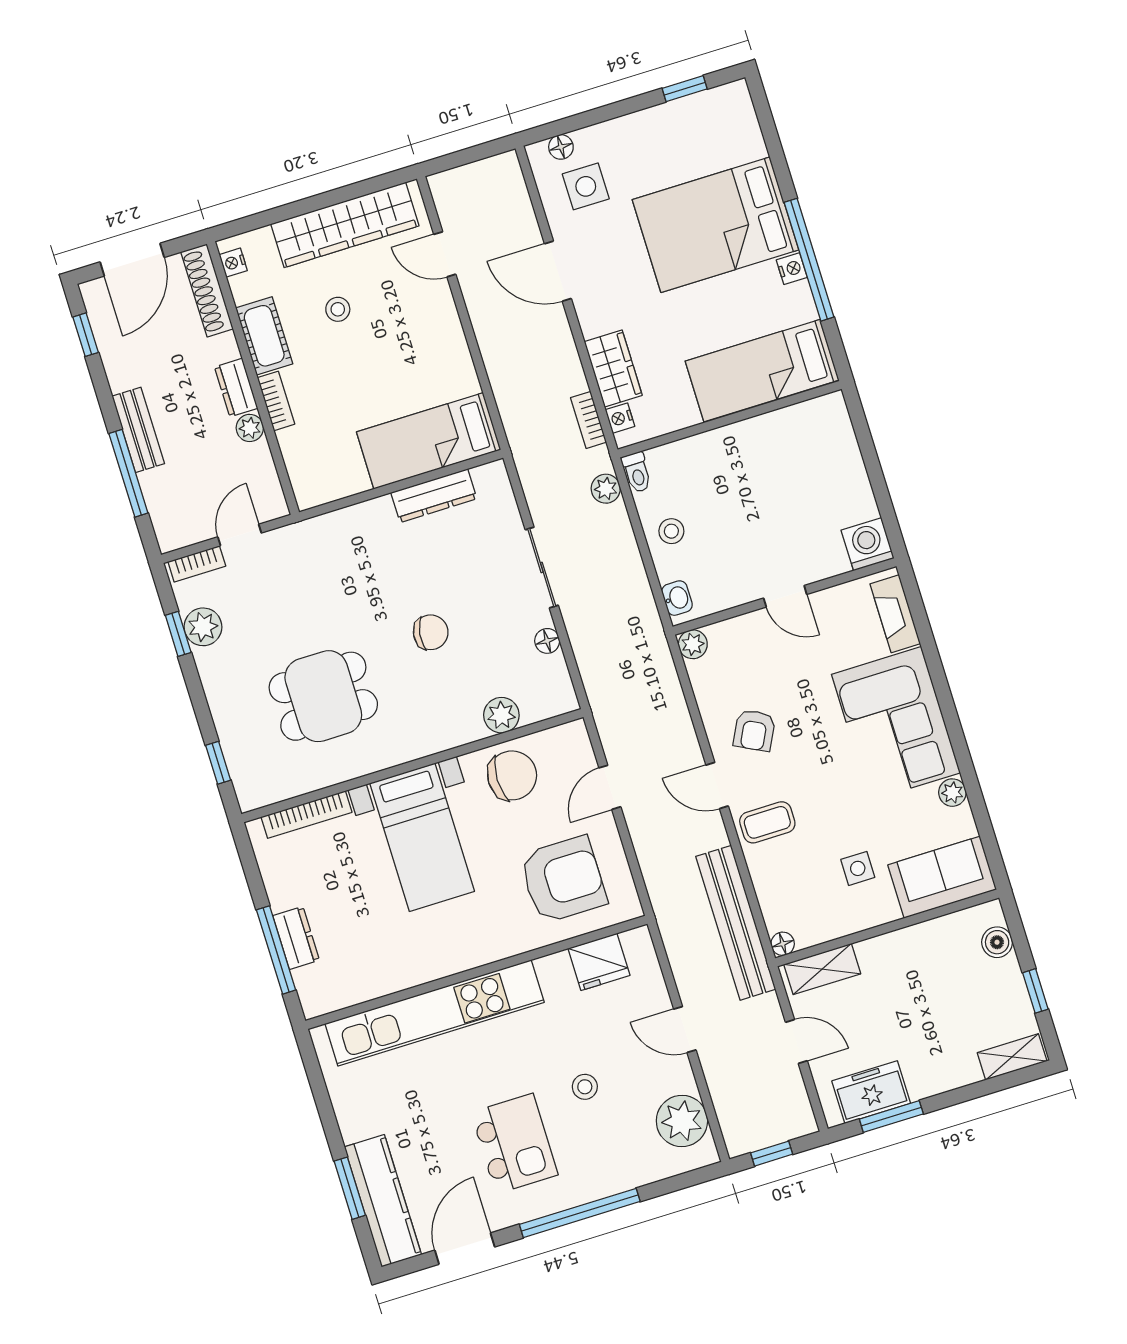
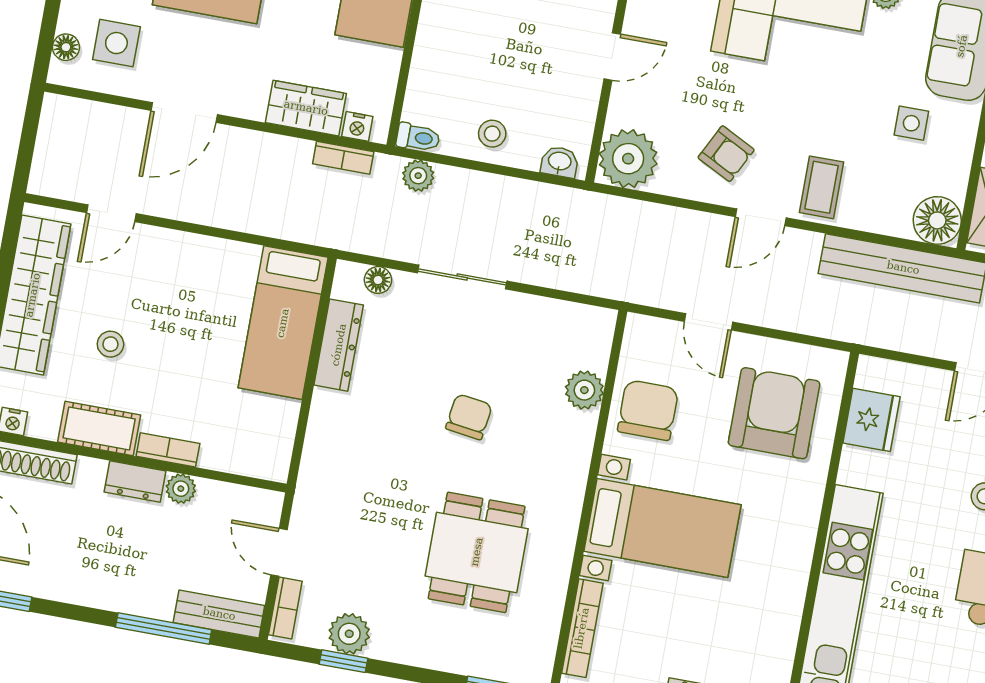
bench: (138, 430) -> (219, 614), moved
floor lamp: (547, 641) -> (378, 280), moved
plant: (693, 644) -> (628, 159), width x1.88, depth x1.88
floor lamp: (783, 944) -> (937, 220), width x1.89, depth x1.89

